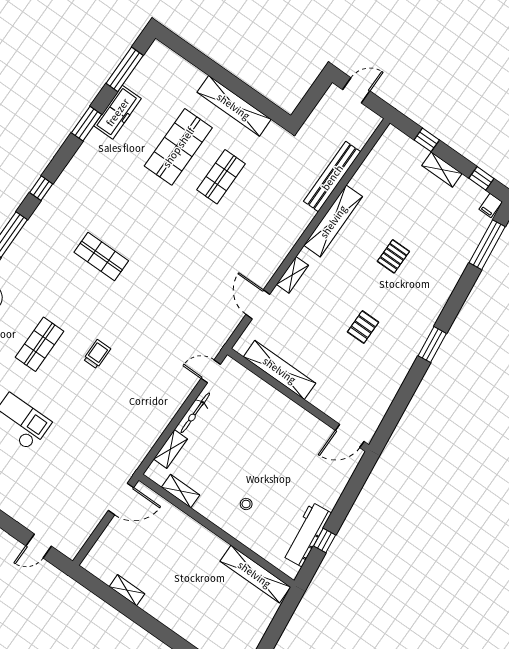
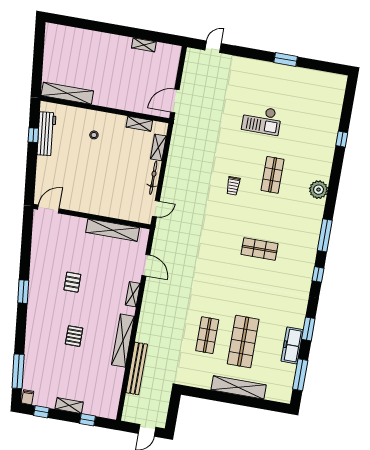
shelving: (234, 106) -> (239, 387), moved

